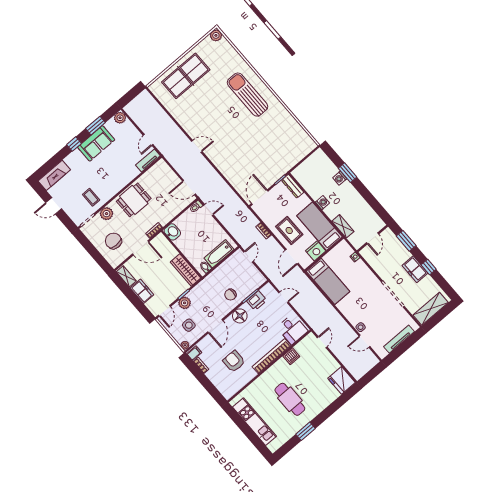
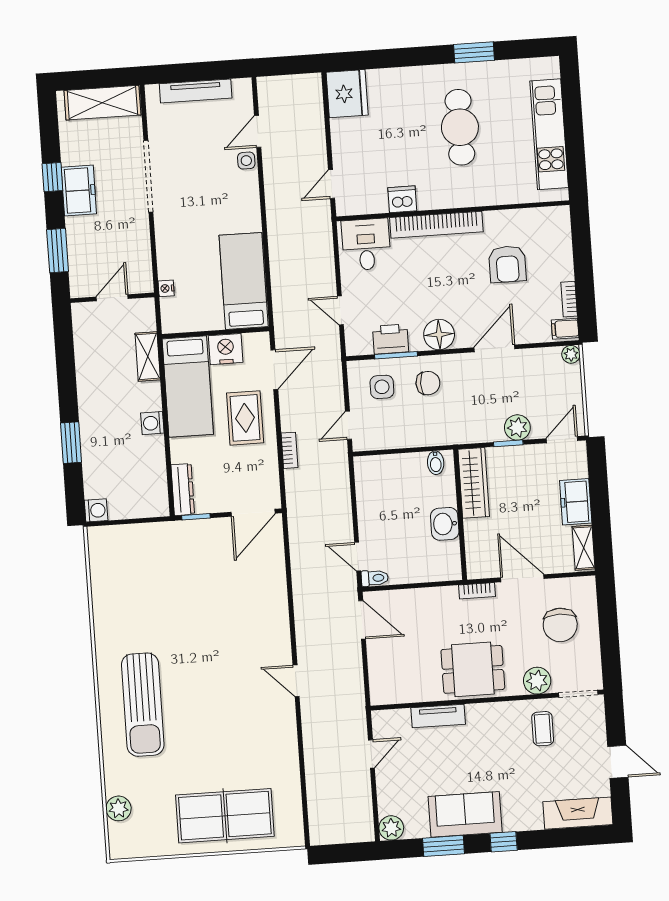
plant: (216, 35) -> (119, 808), moved
tv unit: (148, 160) -> (438, 716), moved
washing machine: (340, 178) -> (96, 510), moved
washbasin: (172, 232) -> (445, 524), moved
bathtub: (219, 254) -> (395, 468), removed
side table: (189, 325) -> (382, 387), moved
door: (364, 341) -> (258, 131), swing flipped

